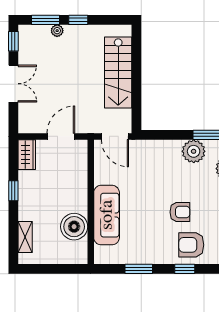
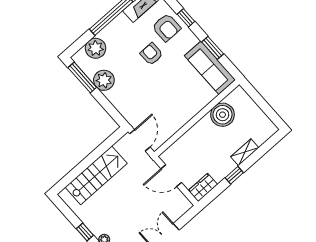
sofa: (107, 215) -> (210, 68), moved, turned -90
shelving: (25, 237) -> (245, 152), moved

